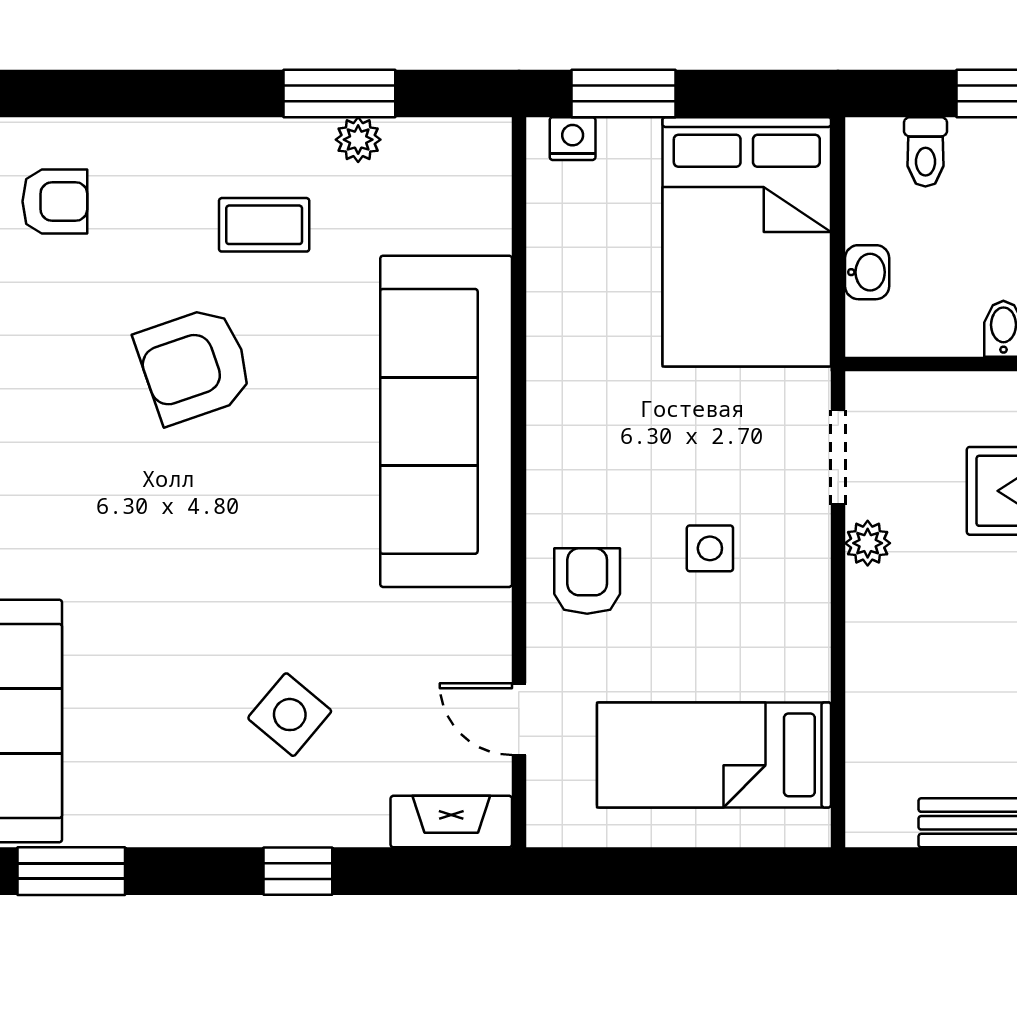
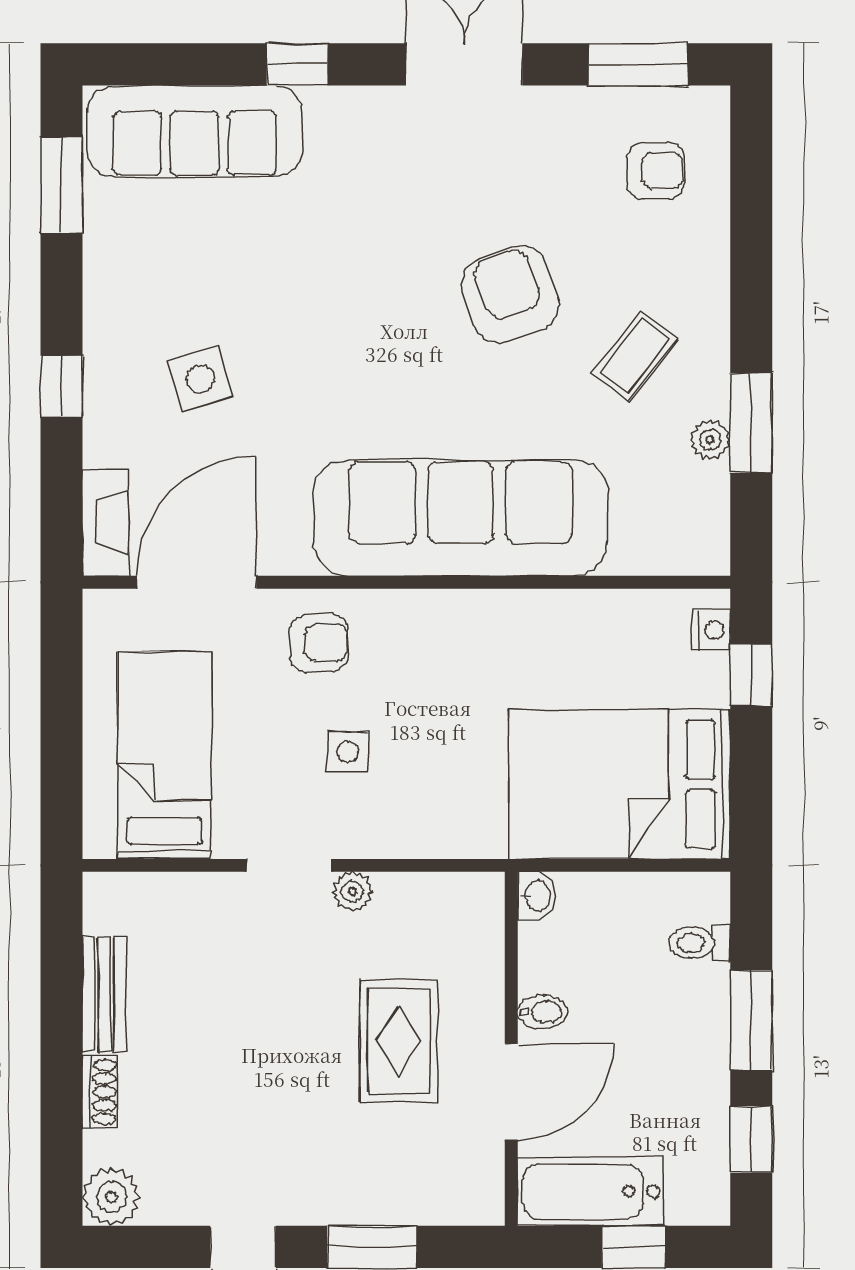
window: (624, 93) -> (751, 675), width x0.67
armchair: (55, 201) -> (655, 171), turned -90
coffee table: (264, 225) -> (635, 356), turned 38
washbasin: (867, 272) -> (537, 896), moved, turned -90
doorway: (838, 457) -> (289, 865), moved
side table: (290, 715) -> (200, 379), turned 34
door: (519, 719) -> (196, 582), width x1.88

